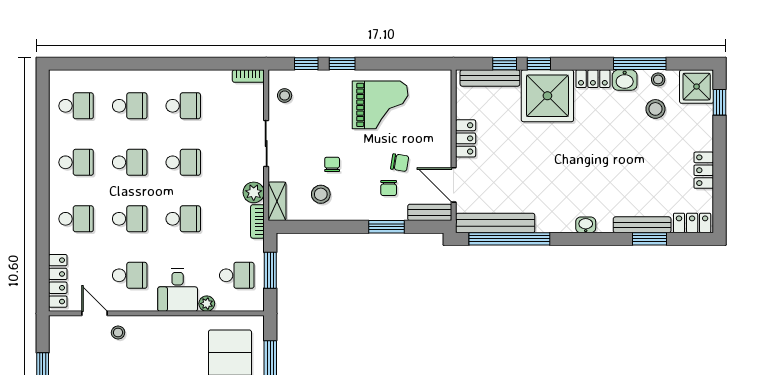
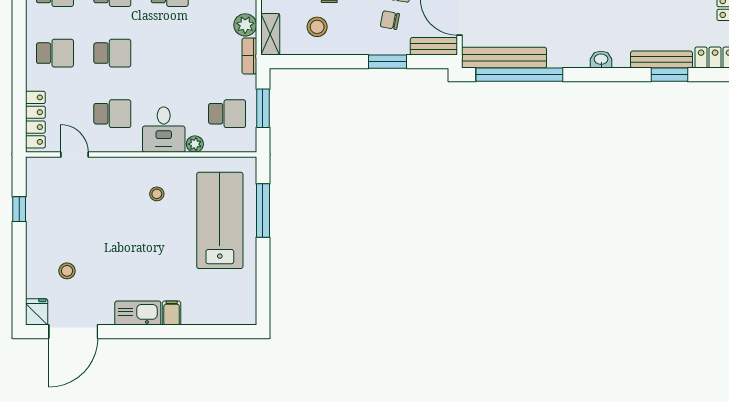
chair: (389, 188) -> (390, 20), turned 101
school desk: (183, 219) -> (170, 53), removed
stool: (118, 333) -> (157, 194), moved

